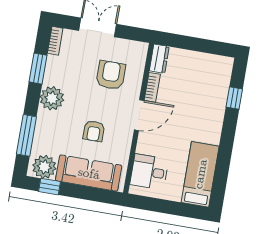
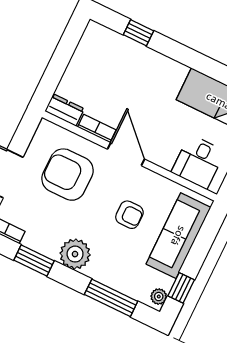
armchair: (111, 75) -> (68, 175), width x1.36, depth x1.36
plant: (44, 167) -> (159, 297), width x0.53, depth x0.53

